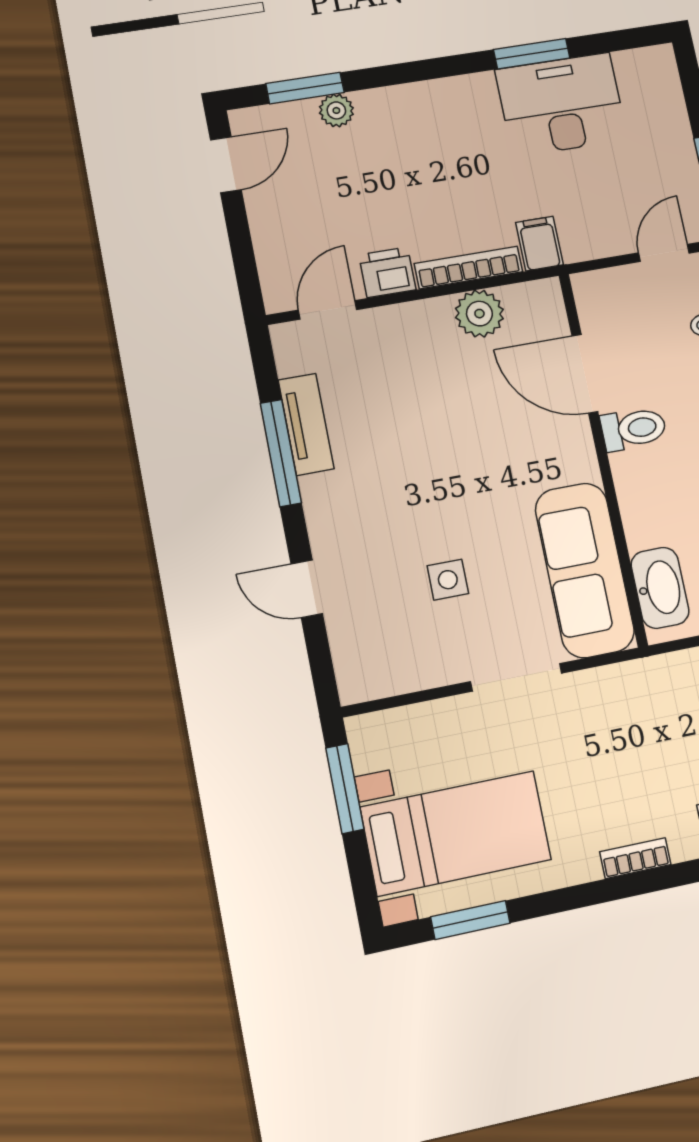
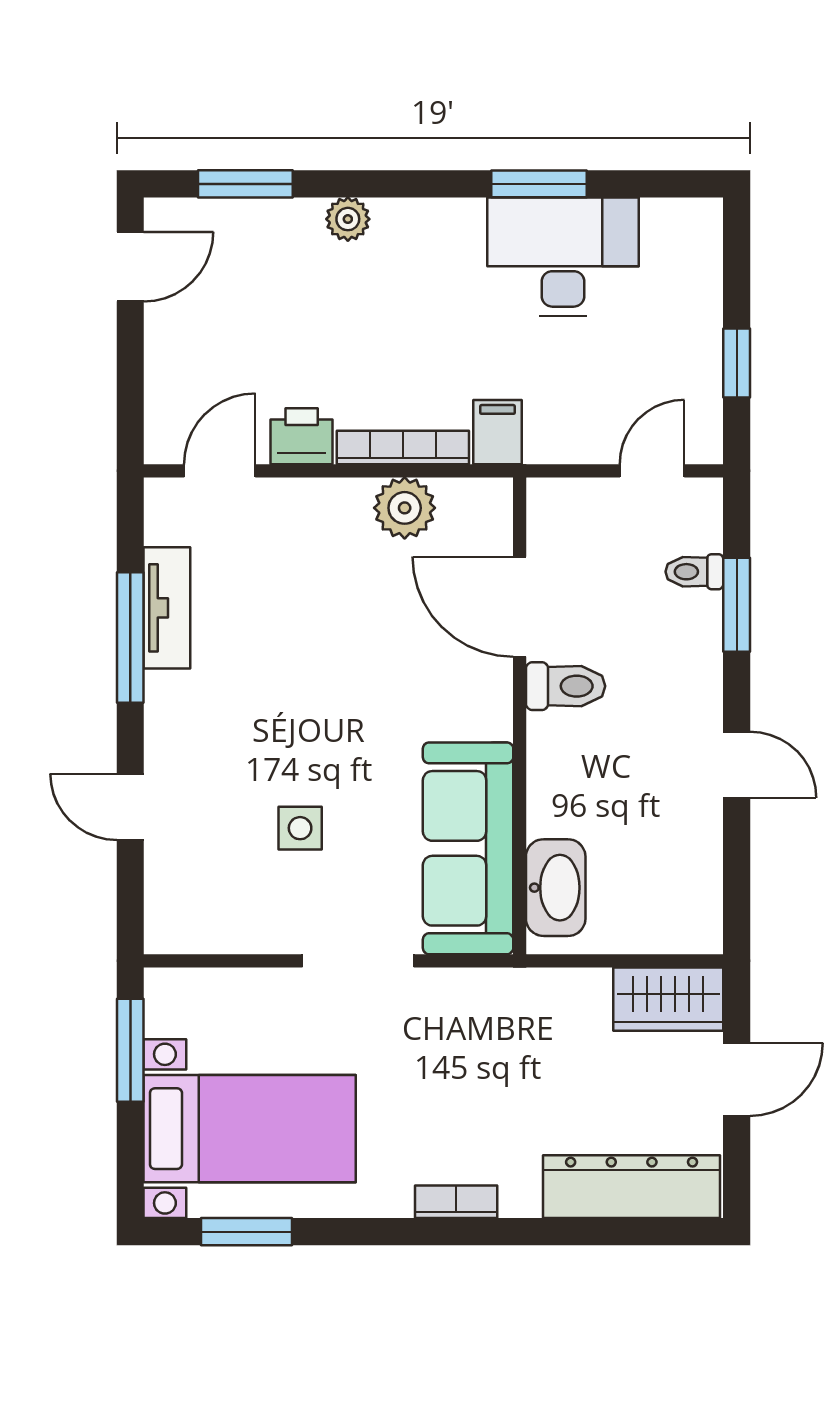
plant: (336, 110) -> (348, 219), moved

